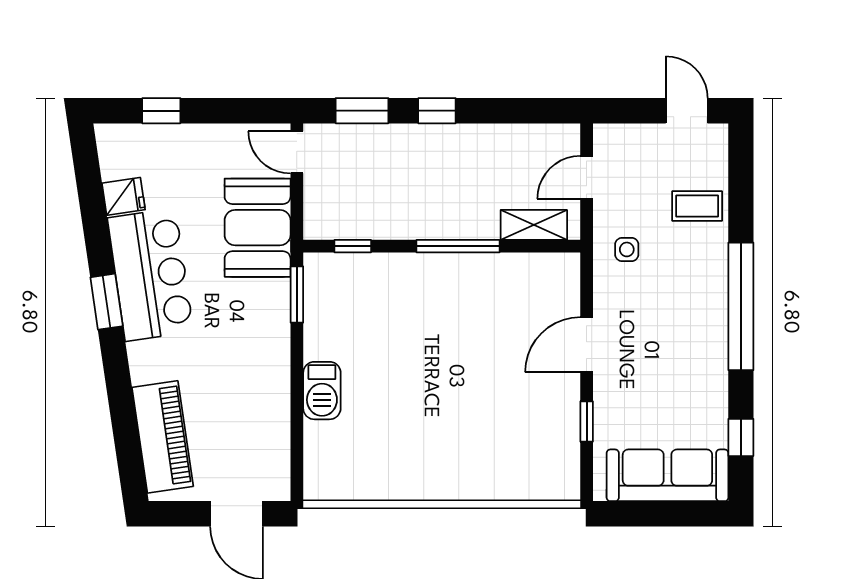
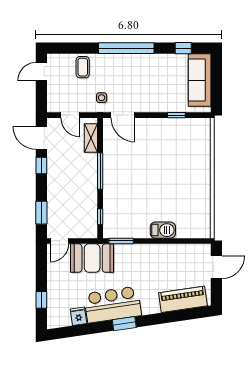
window: (437, 111) -> (41, 166), moved
door: (534, 111) -> (41, 138), added
door: (587, 345) -> (123, 115), moved

